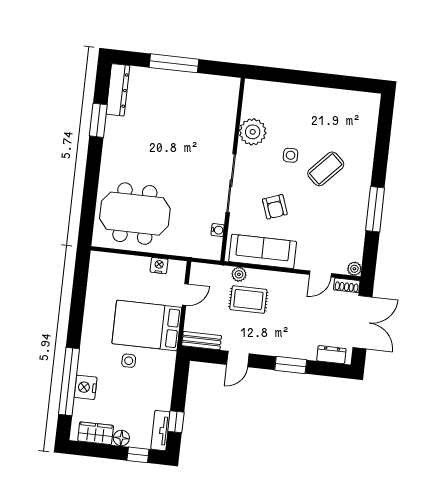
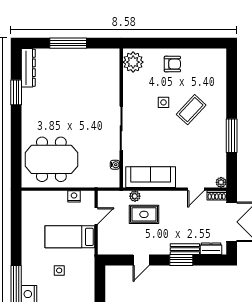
plant: (253, 132) -> (133, 62), moved
armchair: (275, 207) -> (172, 64), moved, turned -70
bed: (147, 325) -> (70, 237), width x0.67
bench: (202, 341) -> (185, 249), moved

